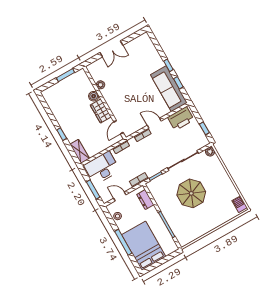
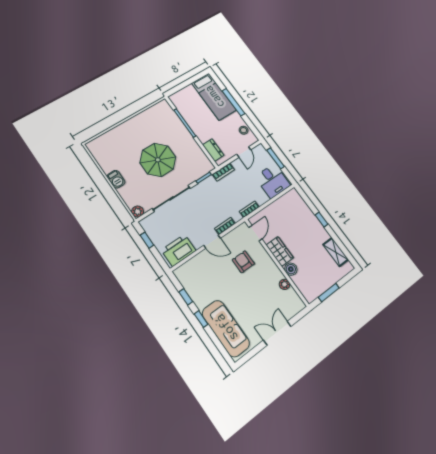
sofa: (169, 89) -> (226, 328), moved
armchair: (131, 105) -> (243, 262), added
shelving: (80, 151) -> (336, 252), moved
desk: (102, 168) -> (273, 181), width x0.73
door: (120, 196) -> (244, 152), hinge flipped
barbecue: (239, 204) -> (116, 179), moved
bed: (144, 246) -> (214, 97), width x0.67

